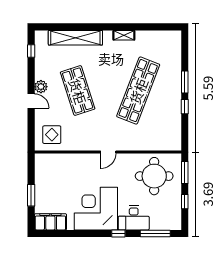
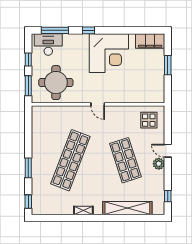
window: (185, 107) -> (28, 202), moved
door: (108, 152) -> (98, 104), swing flipped
desk: (134, 218) -> (48, 44), moved

